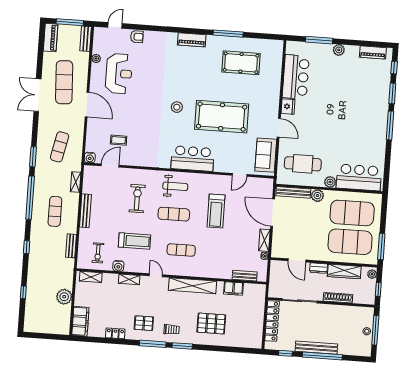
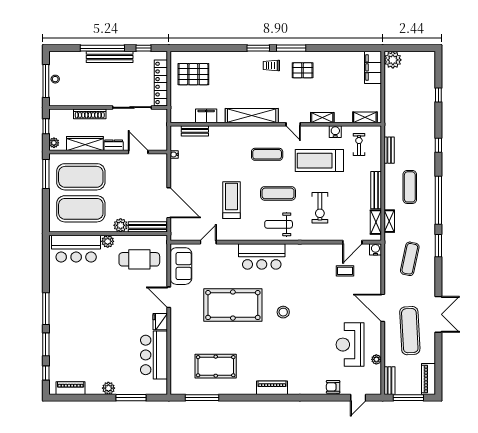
window: (228, 34) -> (202, 398), moved
shelving: (264, 240) -> (376, 222), moved
treadmill: (134, 241) -> (319, 161), width x1.37, depth x1.38
plant: (64, 297) -> (393, 60), moved
pallet: (211, 324) -> (193, 74), moved
locker: (115, 333) -> (333, 57), removed

